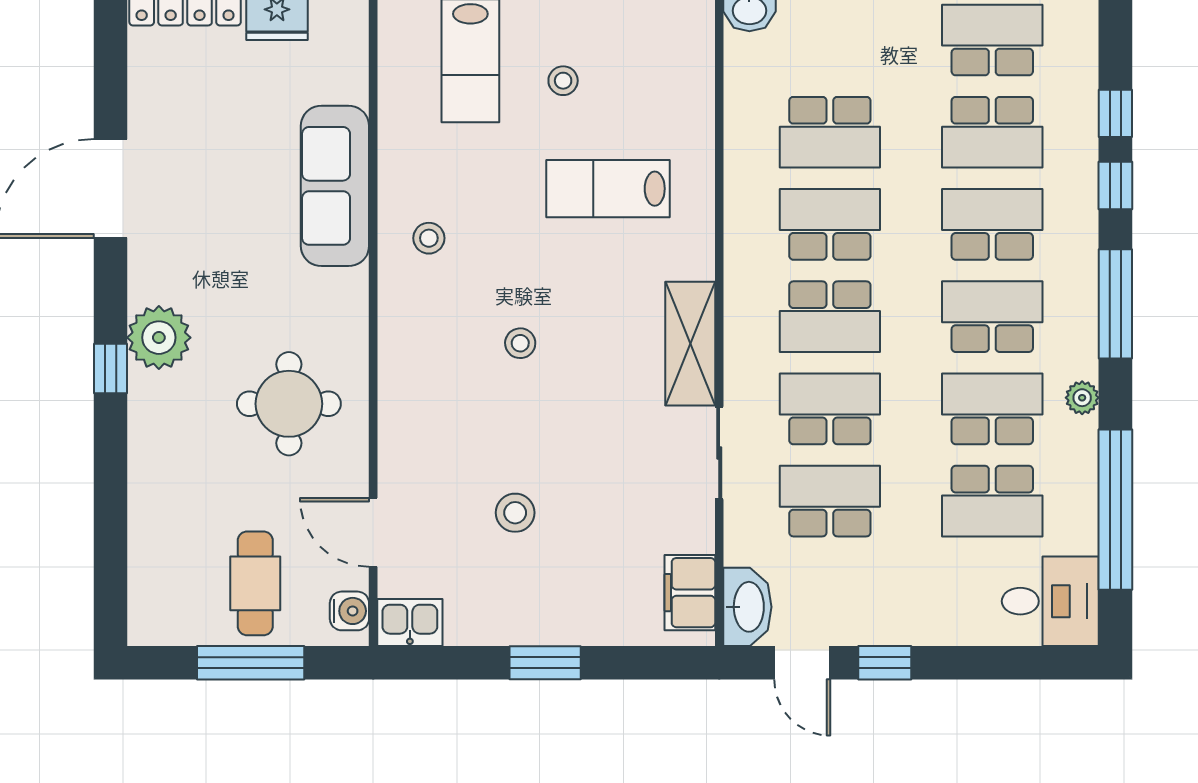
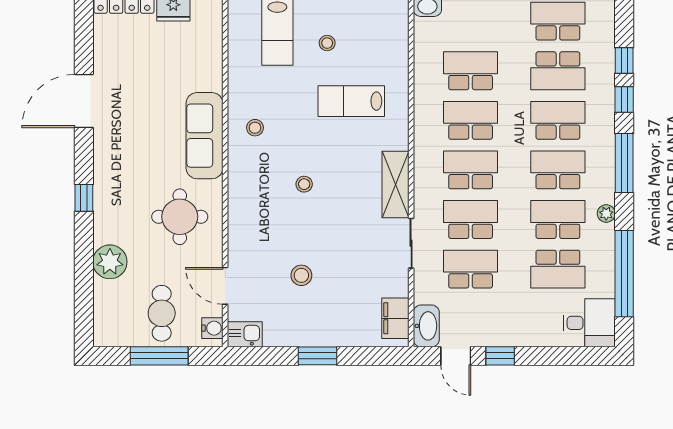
school desk: (830, 132) -> (471, 71), turned 180
sofa: (335, 186) -> (204, 136), moved
school desk: (830, 317) -> (471, 170), turned 180
plant: (159, 338) -> (110, 262), moved

